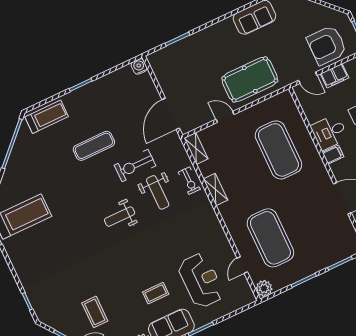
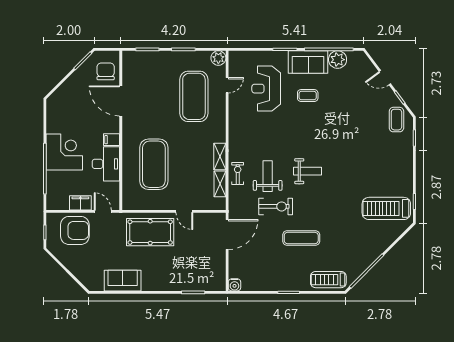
desk: (329, 132) -> (106, 164), width x1.37
shelving: (196, 148) -> (220, 184), moved
coffee table: (95, 312) -> (396, 120), moved

